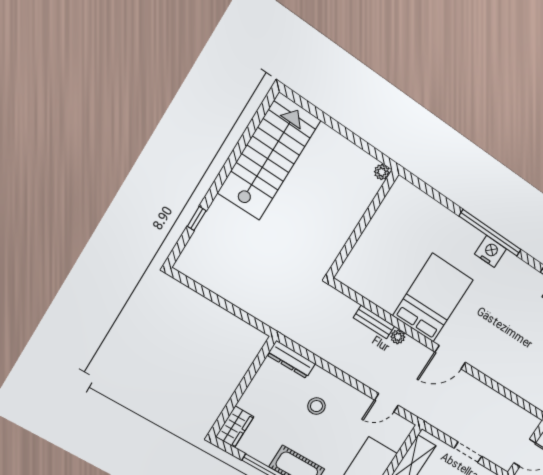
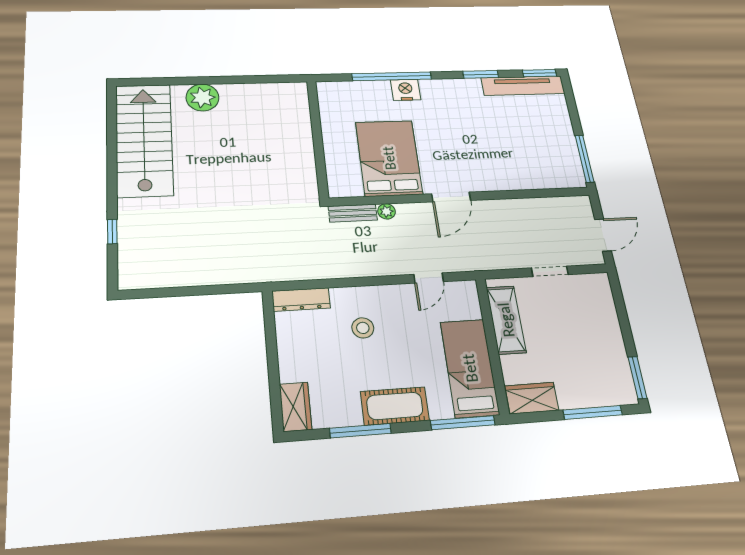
plant: (382, 172) -> (202, 97), moved, width x1.87, depth x1.87
wall: (363, 224) -> (317, 138), moved

